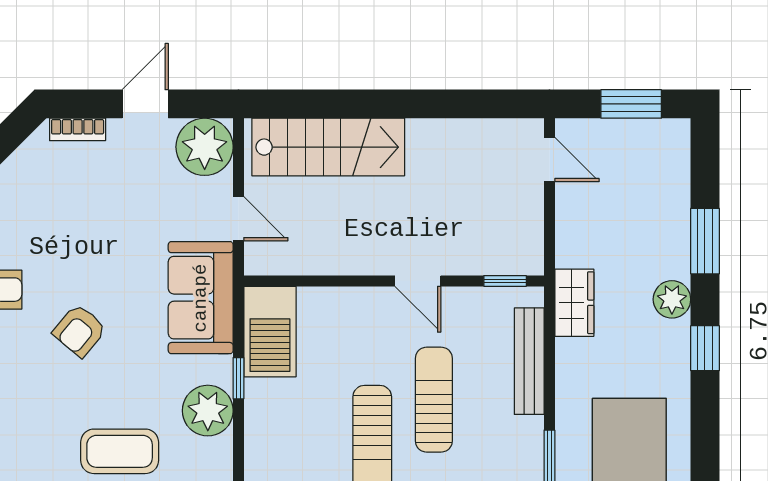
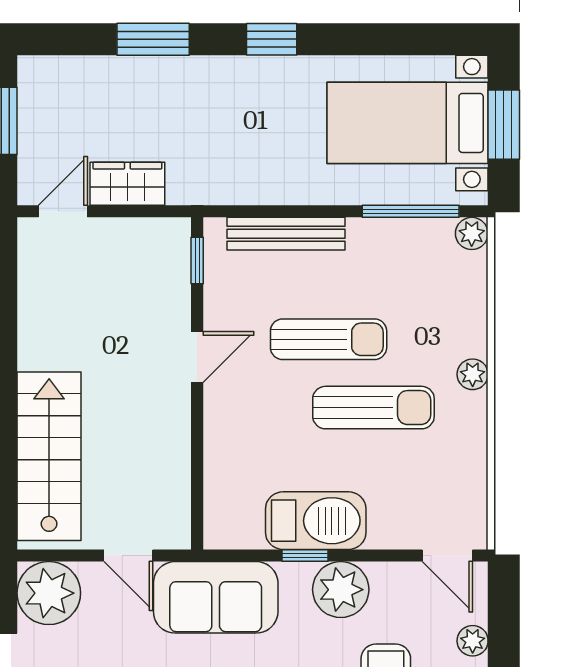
door: (238, 219) -> (128, 556), swing flipped
plant: (672, 299) -> (218, 76), removed
wardrobe: (574, 303) -> (127, 184), moved
barbecue: (270, 332) -> (316, 521), moved
sun lounger: (434, 400) -> (329, 339), turned 180

